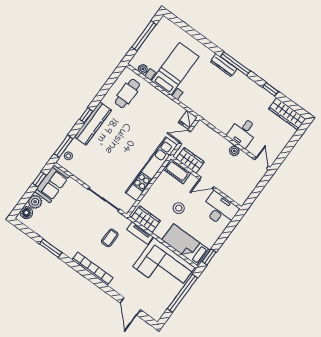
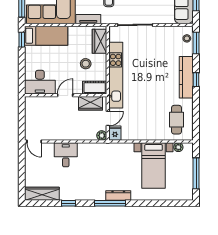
plant: (234, 151) -> (102, 135), moved
stool: (179, 208) -> (86, 64), moved
wardrobe: (146, 219) -> (99, 41), moved, turned 90

